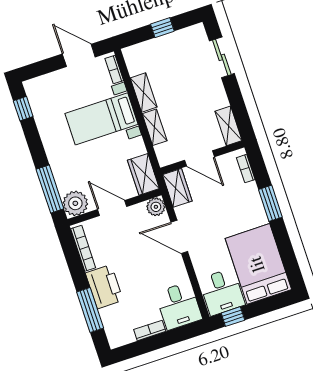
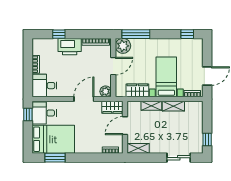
window: (162, 28) -> (207, 139), moved
wardrobe: (143, 174) -> (137, 90), moved
window: (270, 203) -> (55, 158), moved
window: (90, 310) -> (59, 34), width x0.46

